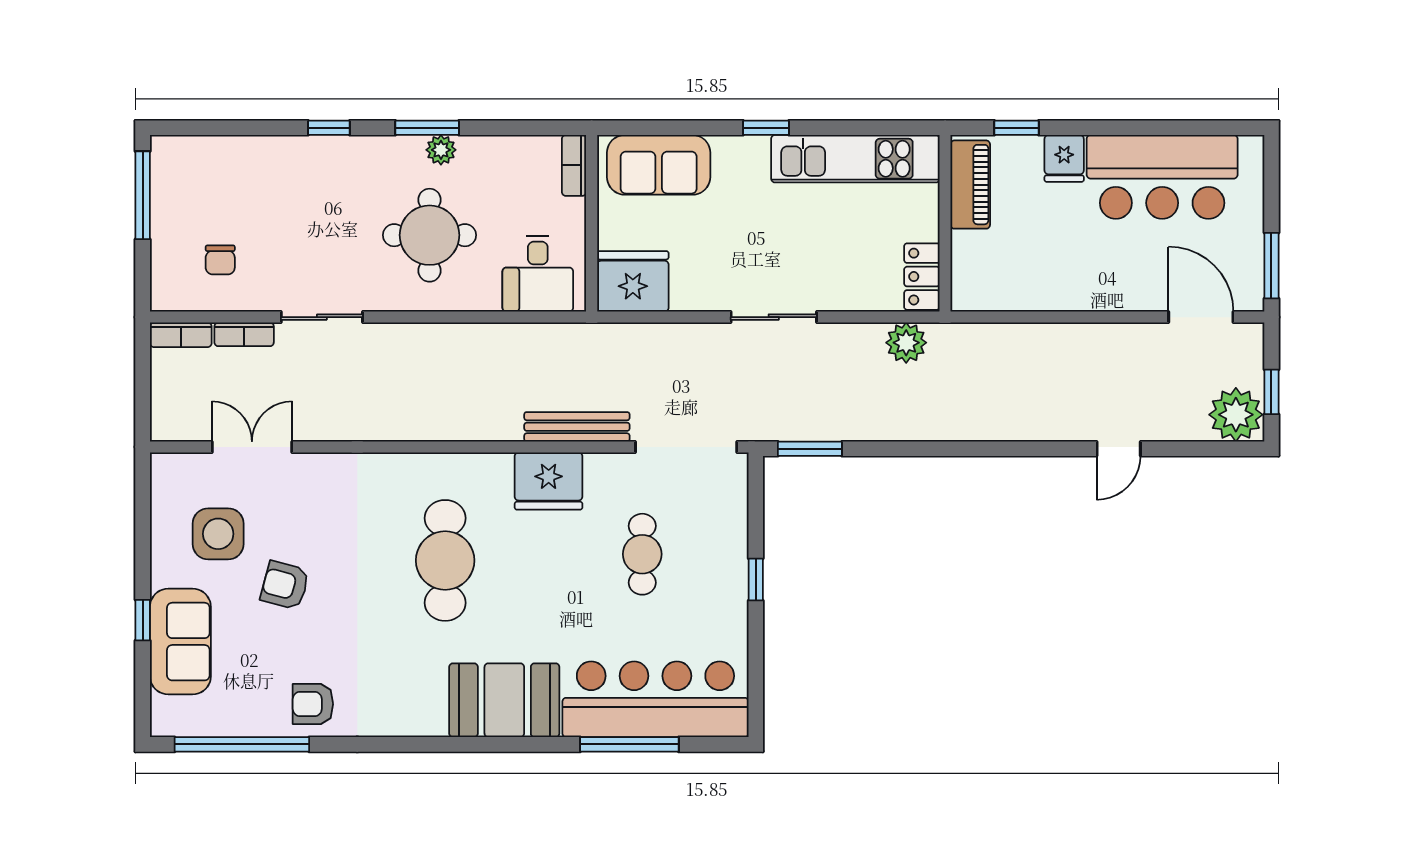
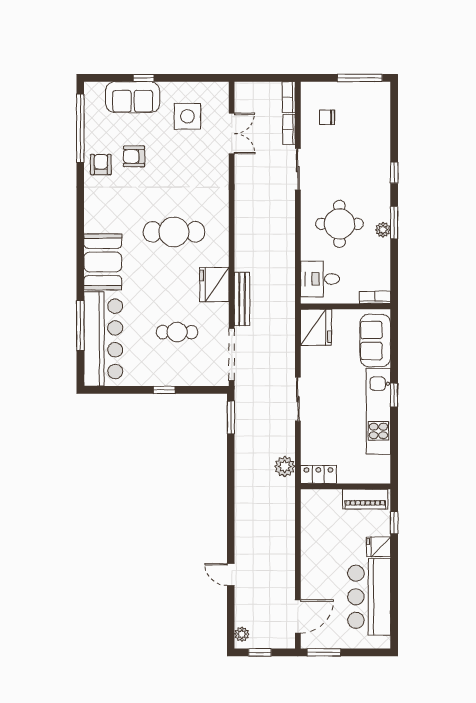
kitchen unit: (855, 159) -> (378, 411), moved
plant: (1236, 415) -> (242, 634), width x0.53, depth x0.53
armchair: (285, 585) -> (134, 156), moved, turned -105

